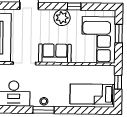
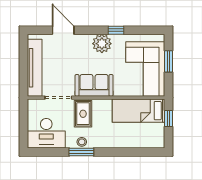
rug: (45, 77) -> (83, 114), added
bed: (92, 94) -> (139, 111), moved

